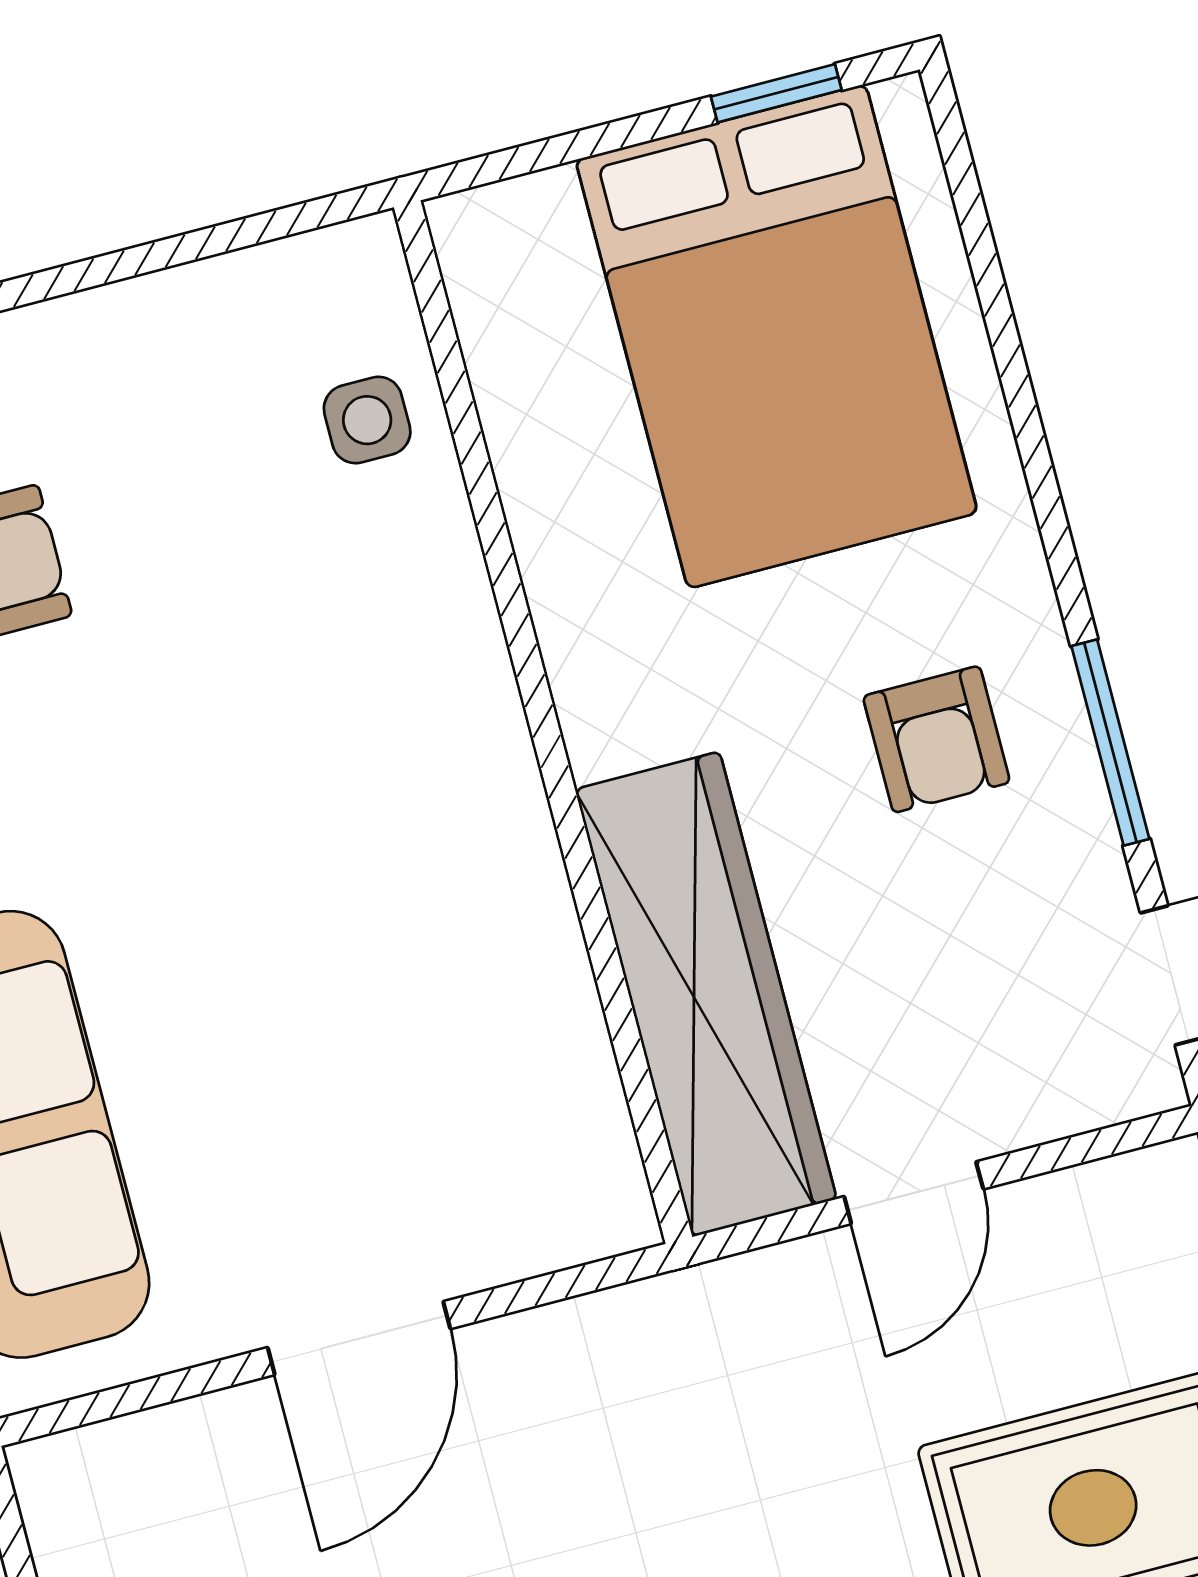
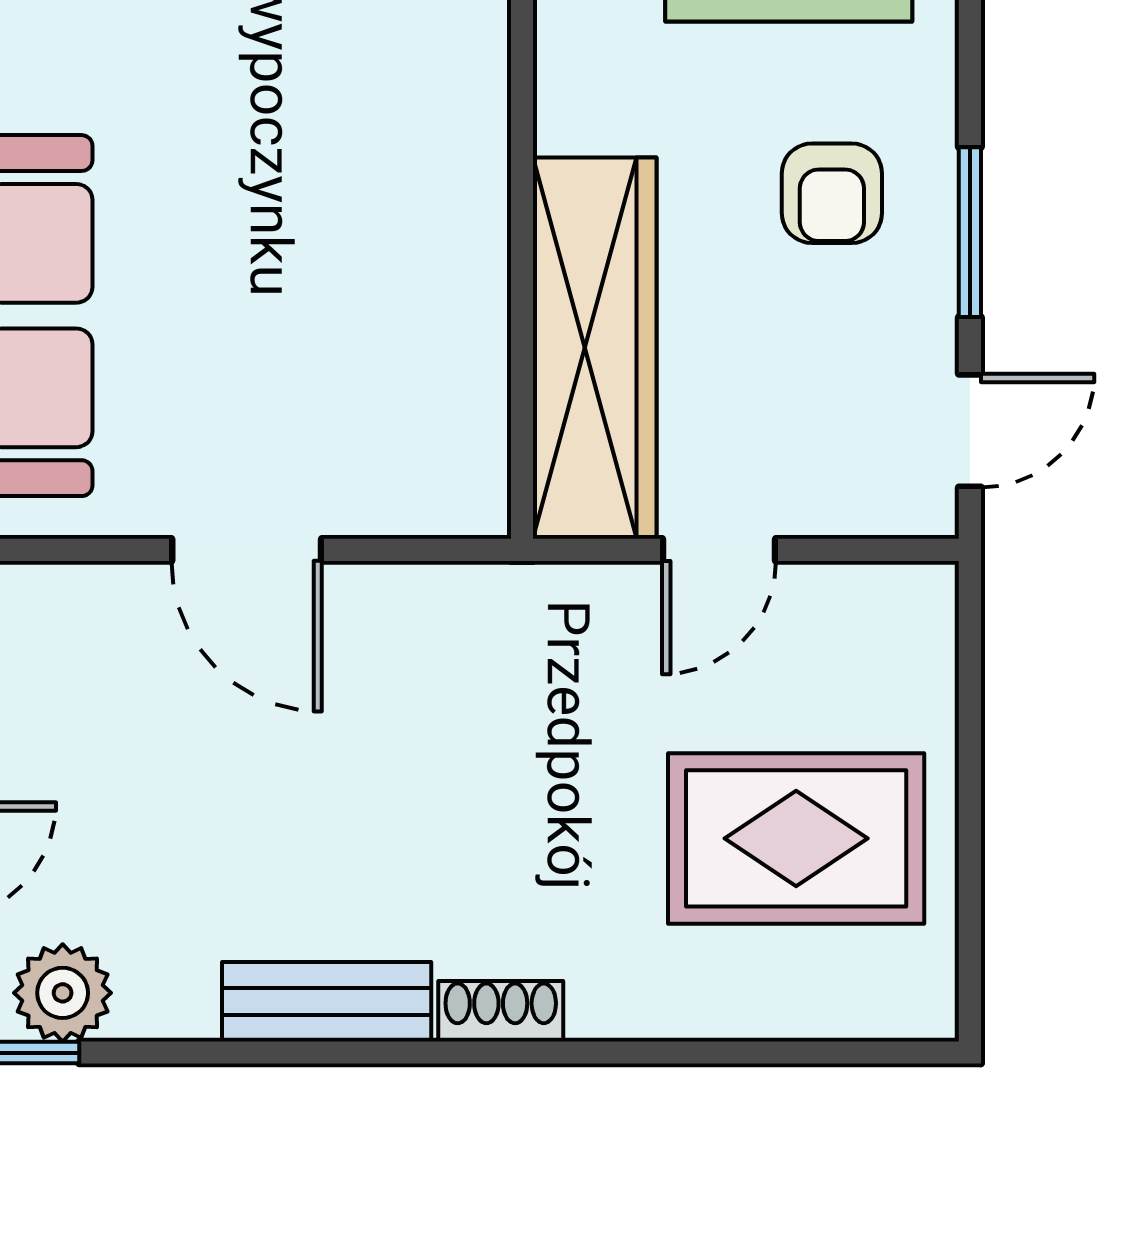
door: (359, 1338) -> (247, 550), hinge flipped

